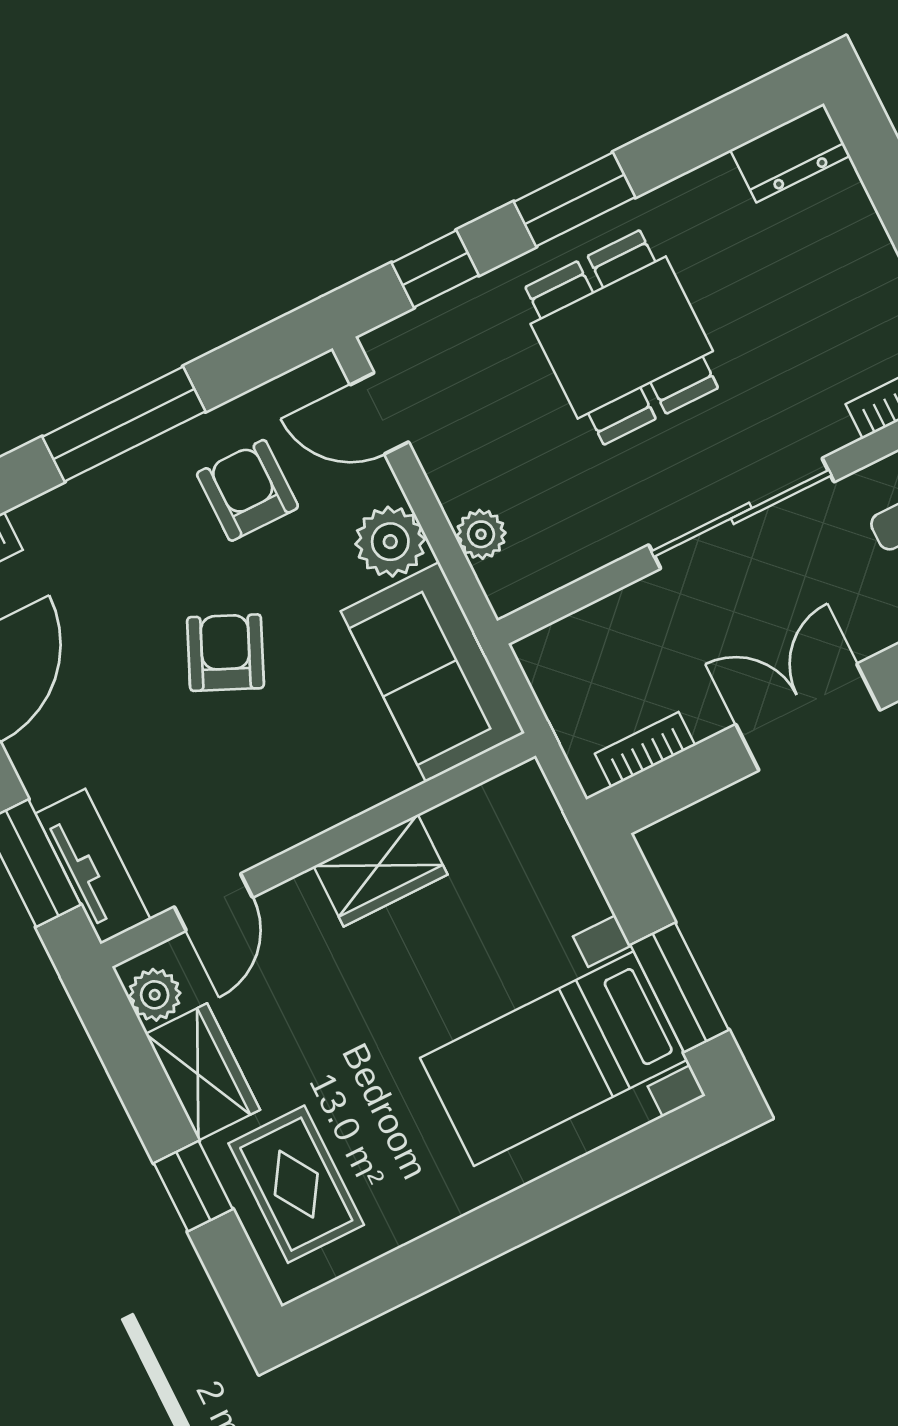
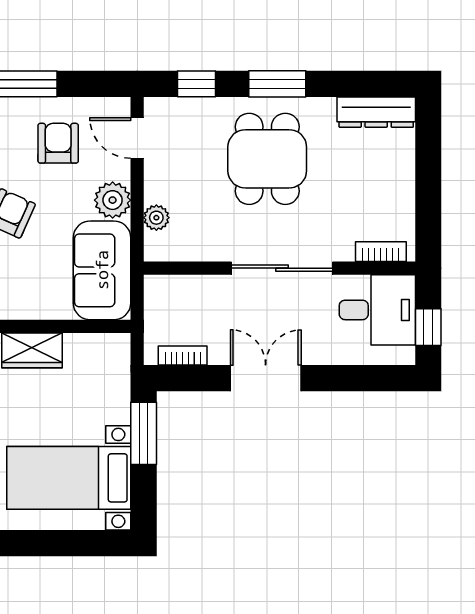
dresser: (790, 153) -> (376, 112), width x1.44
window: (679, 987) -> (144, 433), moved

